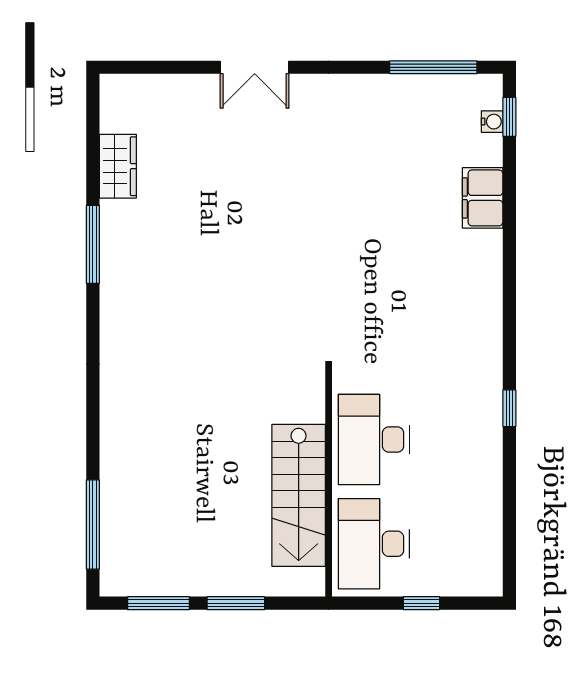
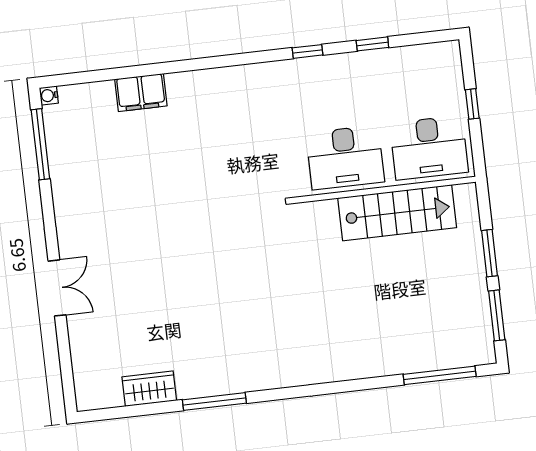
window: (509, 117) -> (372, 44), moved
water cooler: (492, 122) -> (49, 95), moved, turned -90

